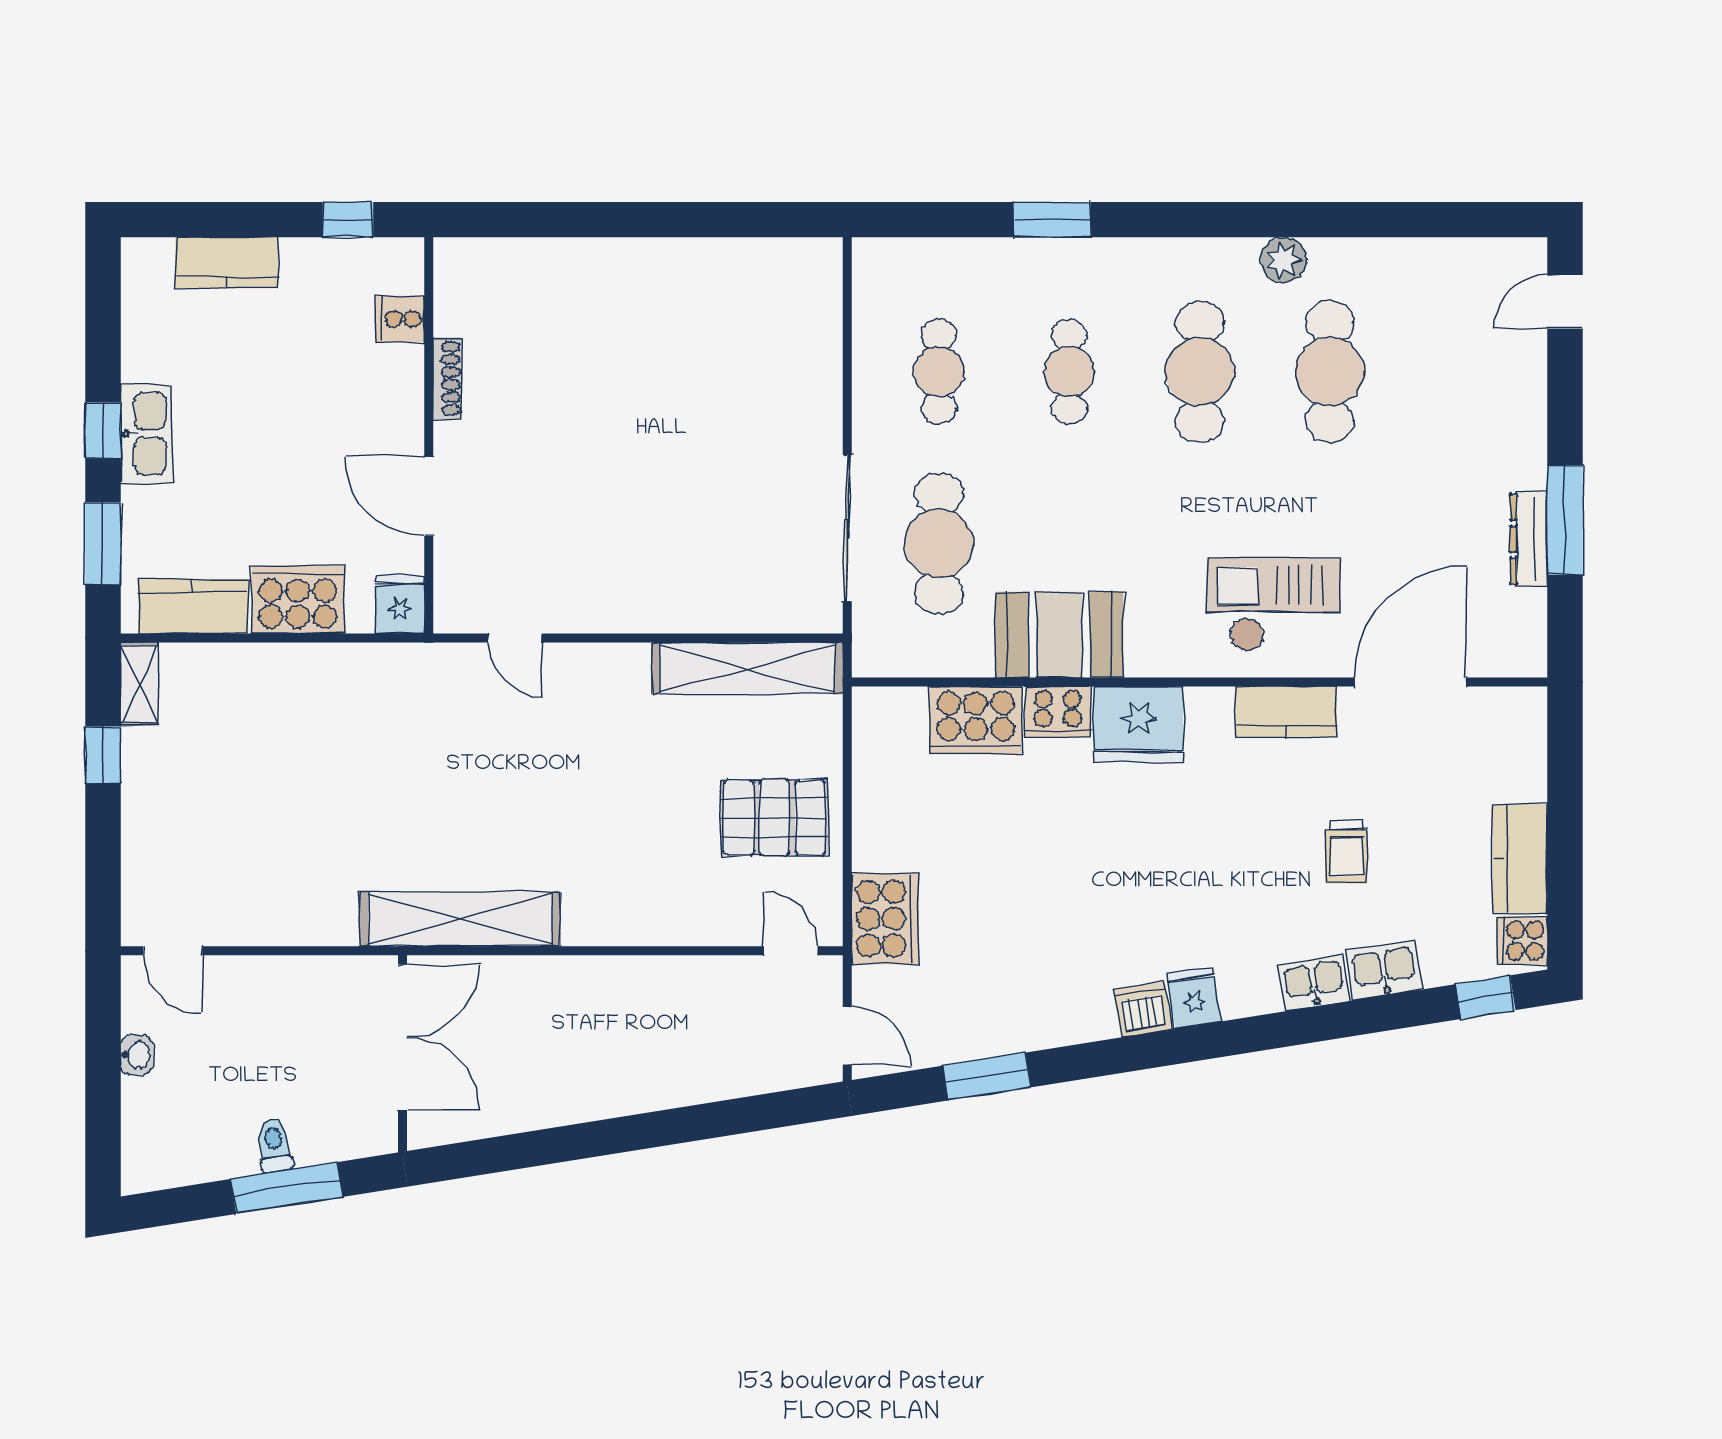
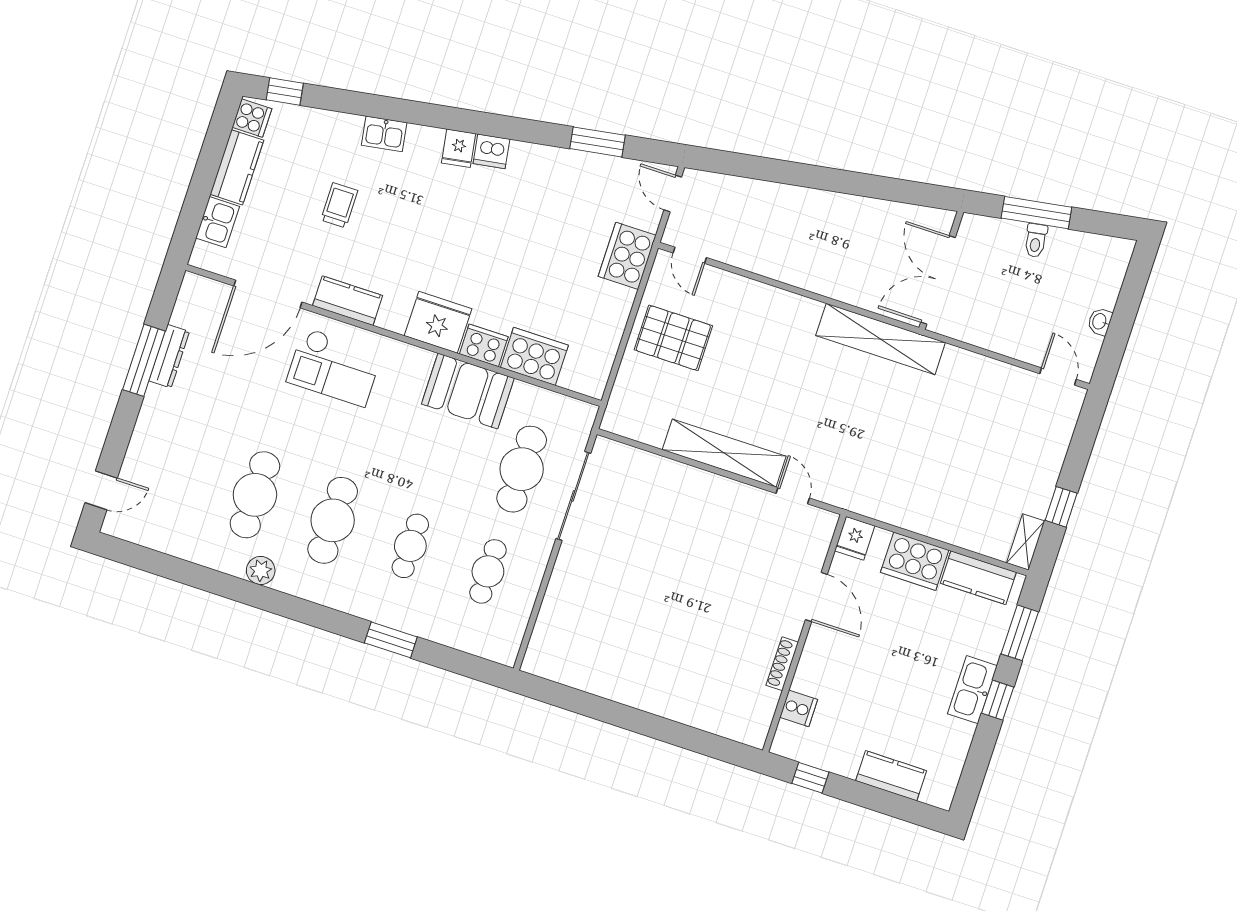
shelving: (747, 668) -> (724, 453), moved
kitchen sink: (1384, 970) -> (218, 222), moved, turned -81

